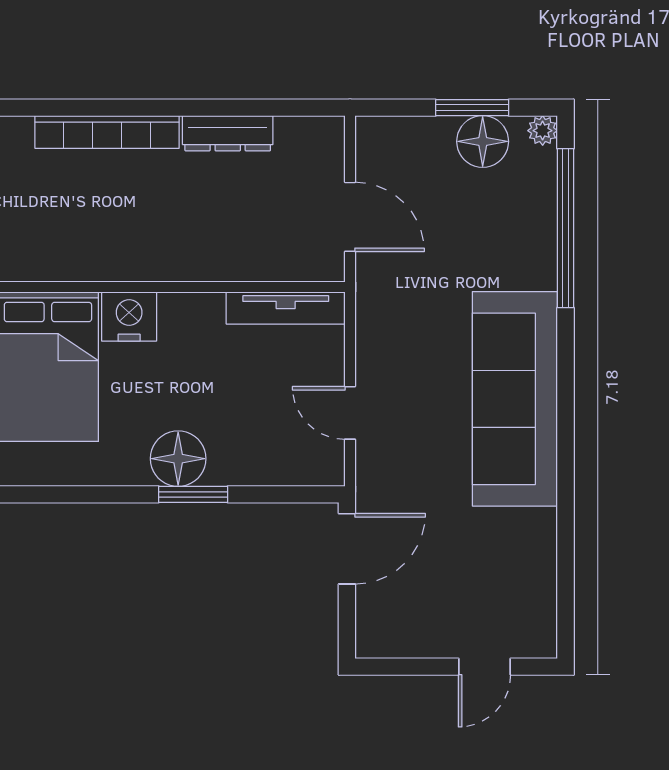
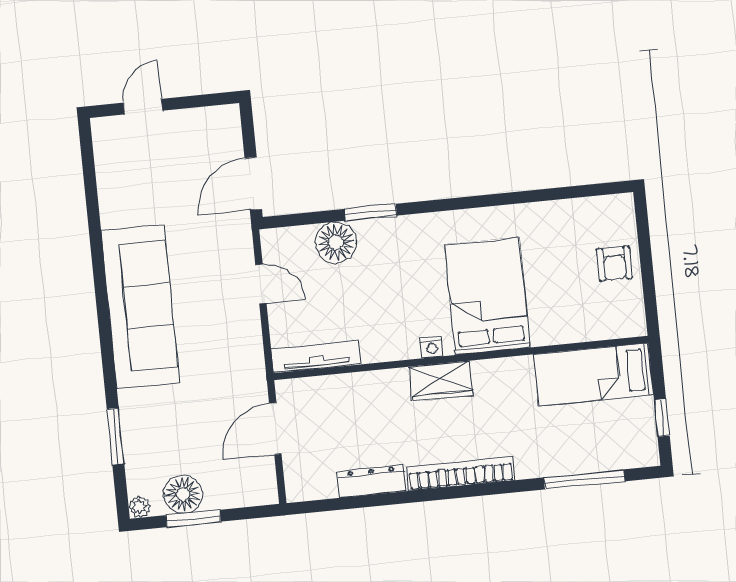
door: (350, 217) -> (275, 429), hinge flipped
window: (566, 228) -> (115, 436), width x0.47
wardrobe: (122, 258) -> (441, 381), added
nightstand: (129, 316) -> (432, 347), width x0.53, depth x0.56
floor lamp: (178, 459) -> (336, 242), moved

